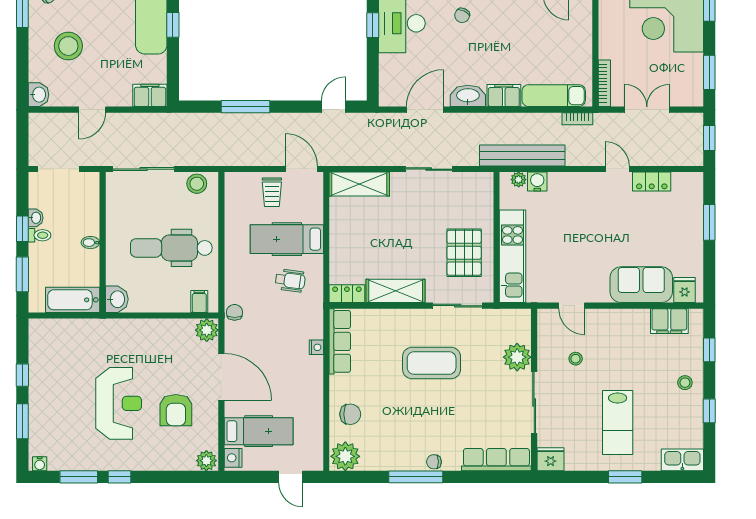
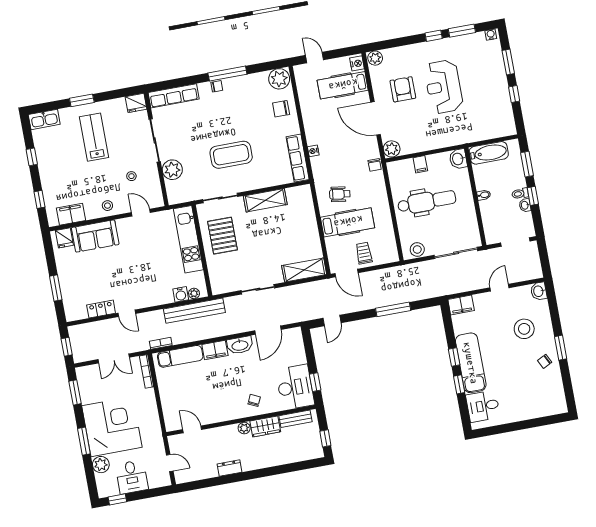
locker: (347, 294) -> (299, 192), removed
filing cabinet: (199, 301) -> (420, 164), moved
stool: (685, 383) -> (107, 206), moved

